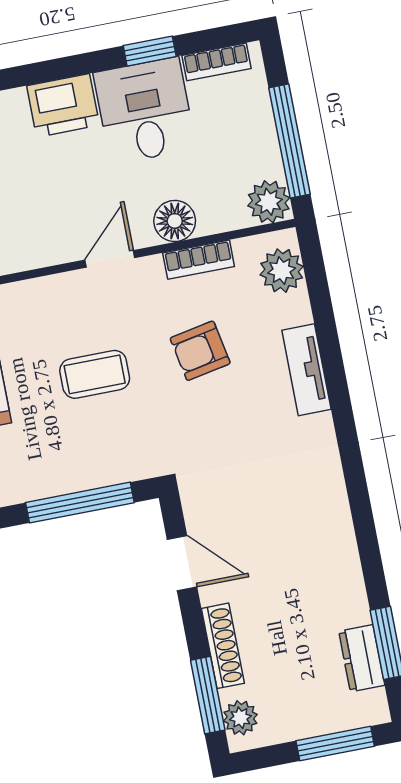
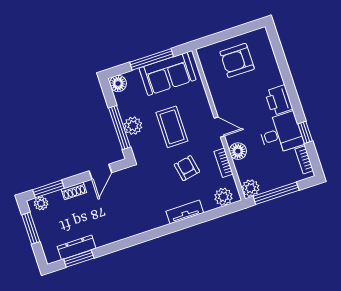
coffee table: (95, 374) -> (172, 127), width x1.36, depth x1.30
plant: (80, 469) -> (133, 126), added
shoe rack: (223, 646) -> (74, 191), width x0.70
dresser: (362, 658) -> (77, 247), width x1.44
window: (335, 744) -> (31, 228), moved

